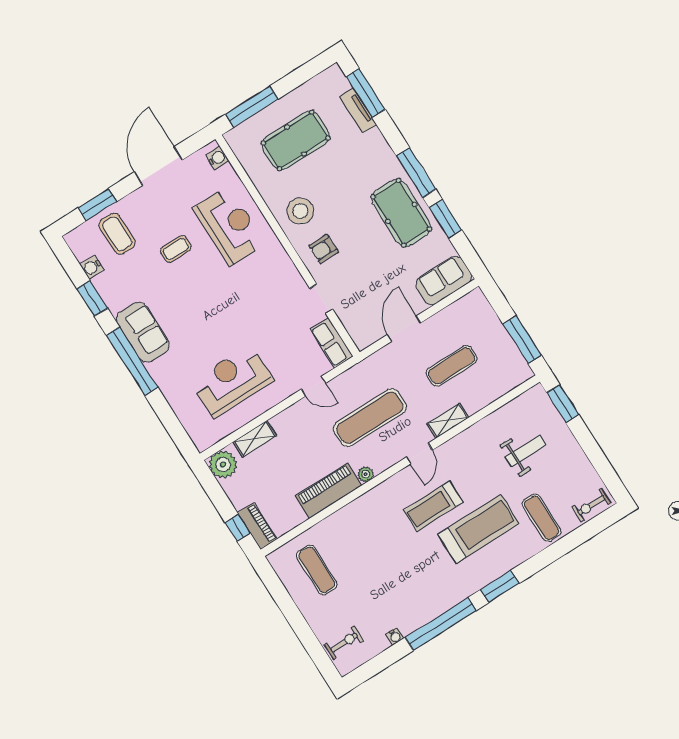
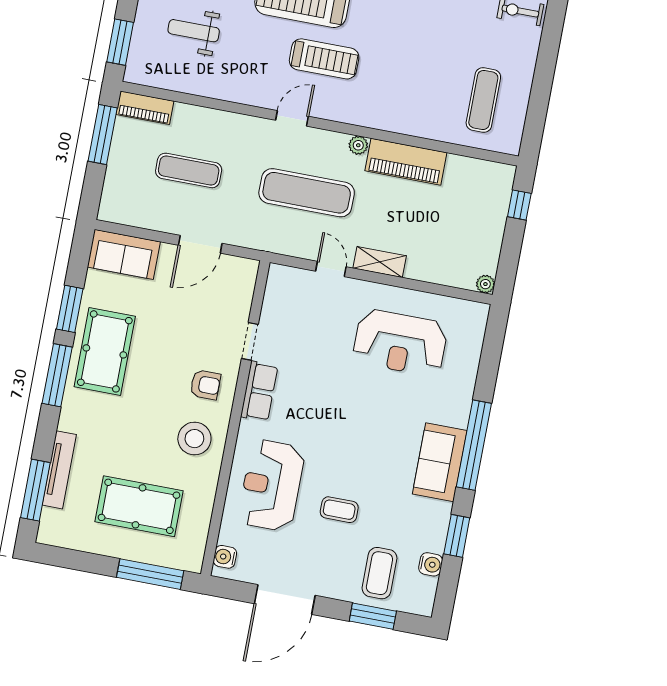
tv unit: (358, 111) -> (59, 470), width x1.41
row of seats: (331, 343) -> (259, 391), moved
shelving: (448, 421) -> (238, 124), removed
shelving: (255, 439) -> (380, 262), moved
plant: (223, 464) -> (485, 284), width x0.53, depth x0.53
piano: (257, 526) -> (145, 108), moved, turned -90

